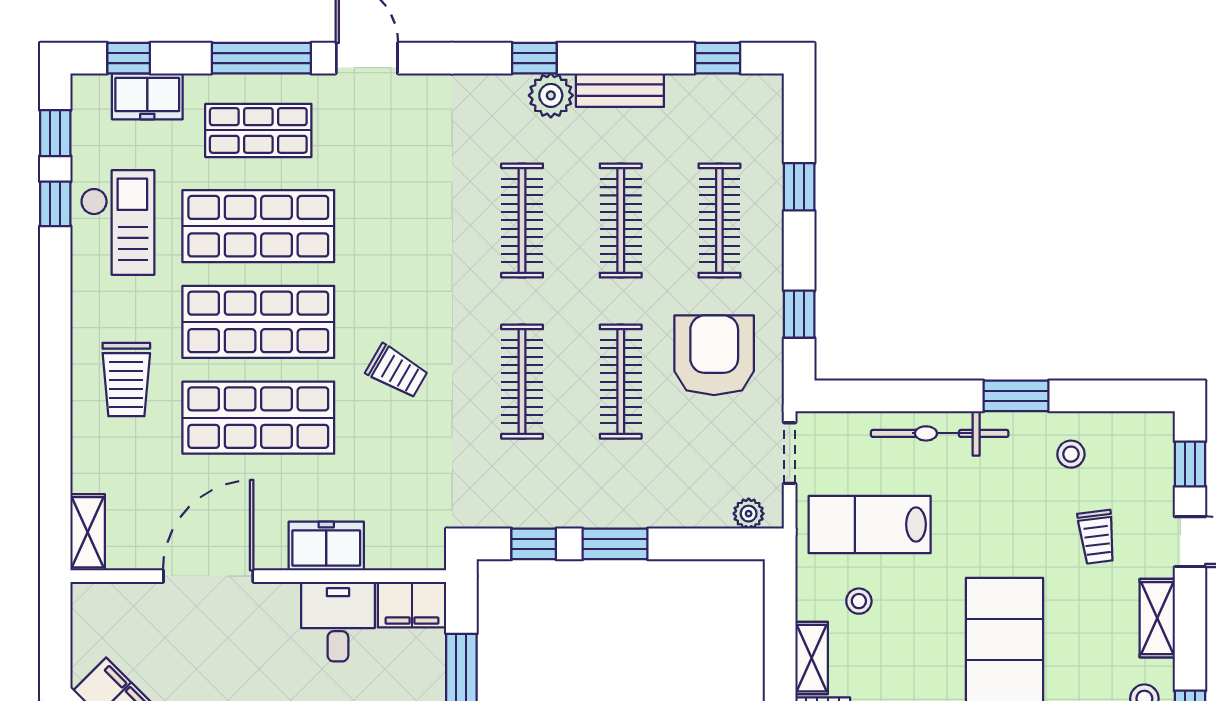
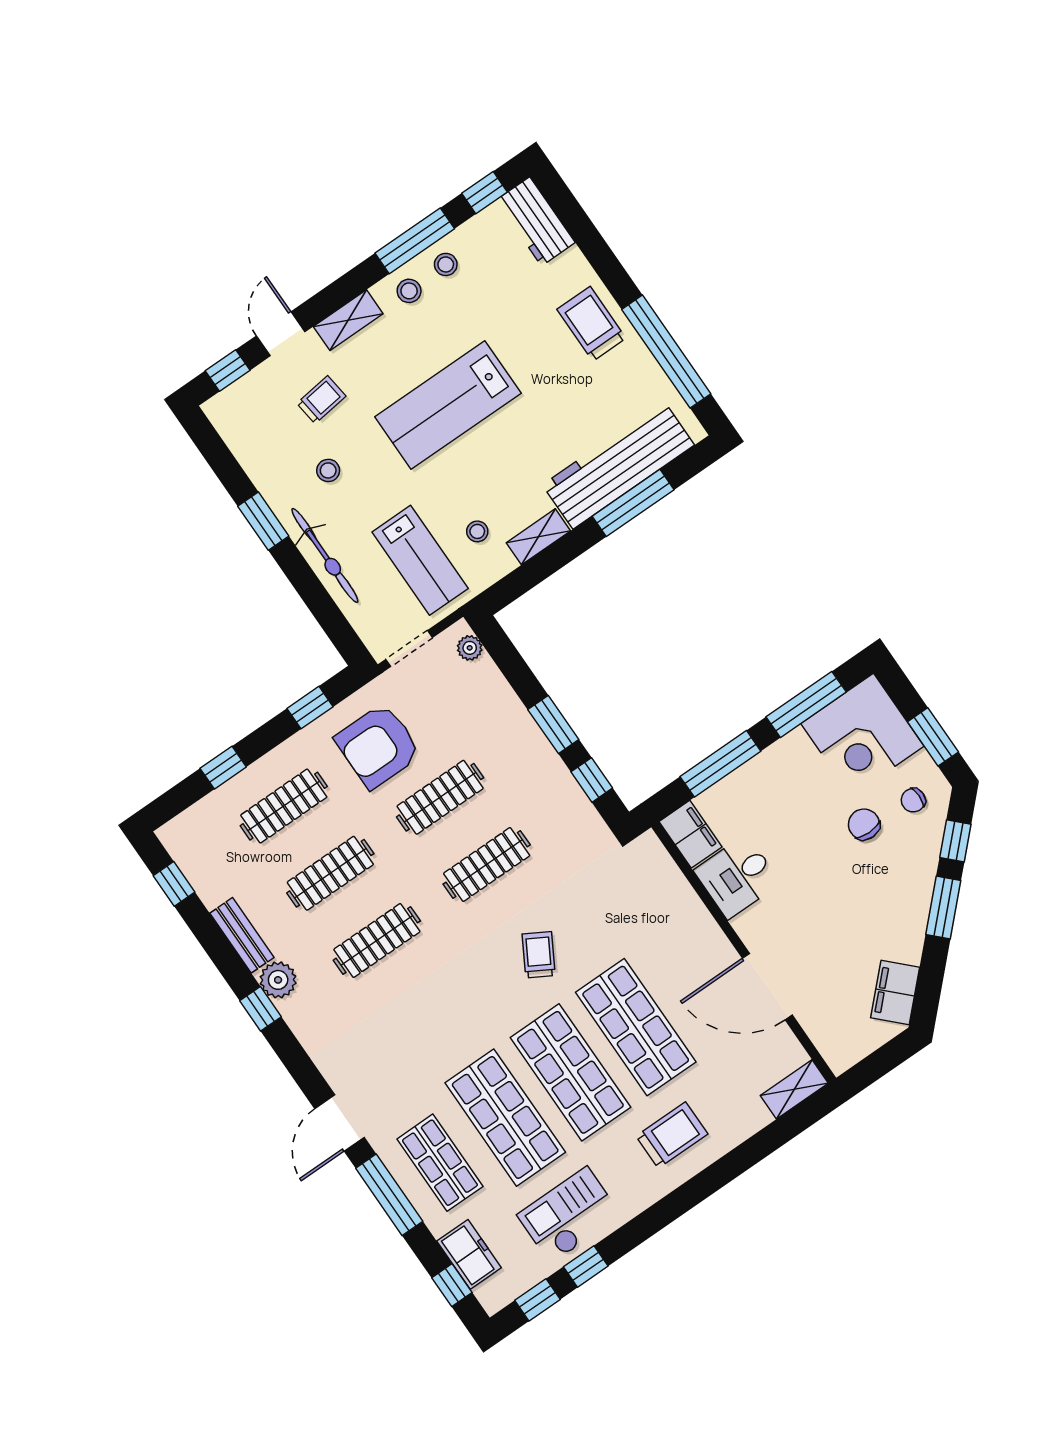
stool: (1071, 454) -> (328, 470), moved
freezer: (326, 546) -> (691, 920), removed

